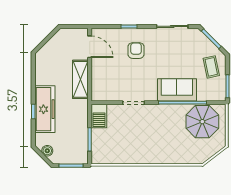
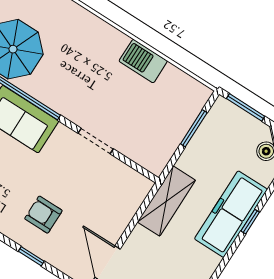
armchair: (136, 51) -> (43, 215), turned 90
shelving: (80, 79) -> (166, 201), moved
barbecue: (99, 116) -> (143, 61), moved, turned -90

